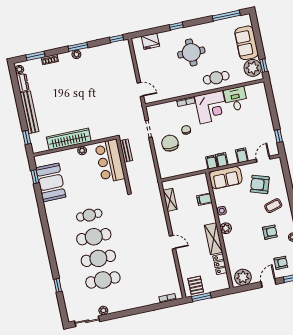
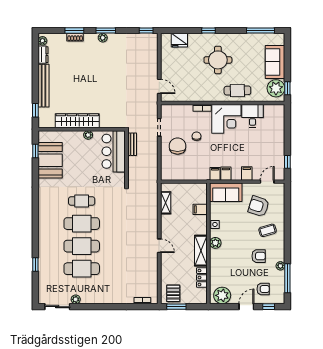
window: (35, 56) -> (74, 31), moved

